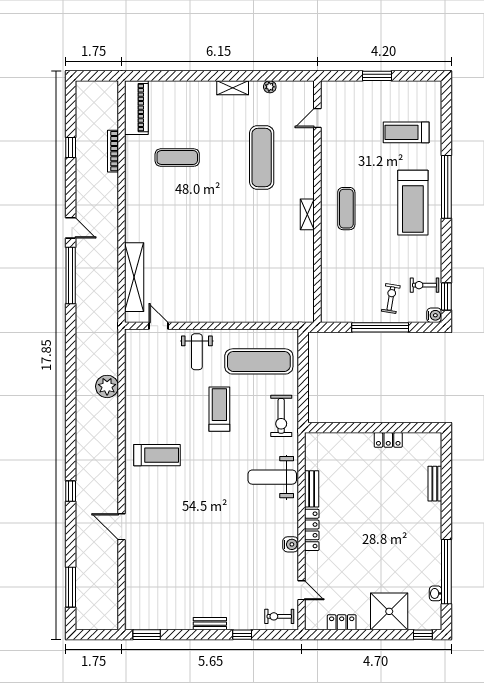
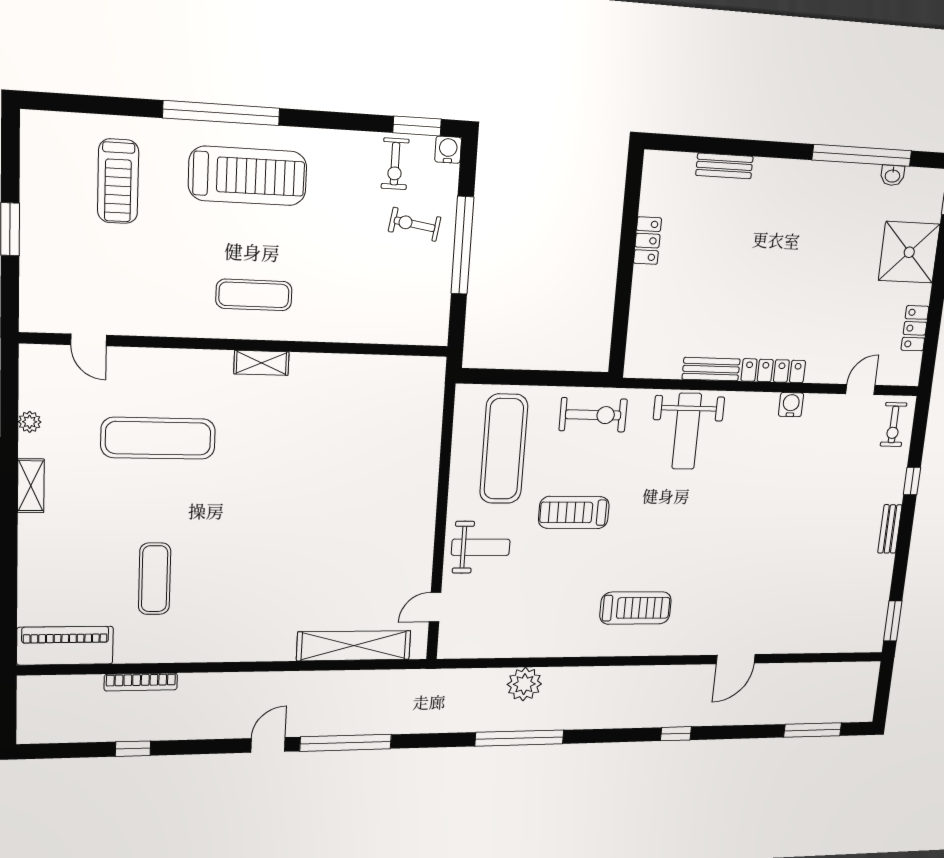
window: (71, 386) -> (519, 738), added
treadmill: (157, 455) -> (636, 608), turned 90

